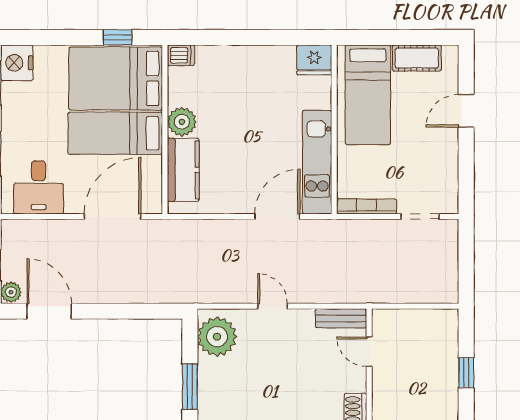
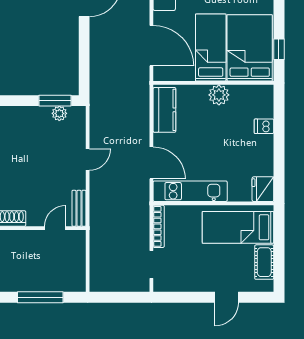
dishwasher: (181, 55) -> (264, 126), moved, turned 90
door: (466, 111) -> (227, 297), swing flipped
kitchen counter: (183, 170) -> (164, 110), moved, turned -90
plant: (217, 337) -> (59, 113), width x0.53, depth x0.53
window: (466, 373) -> (40, 297), width x2.17
window: (190, 387) -> (55, 101), moved

